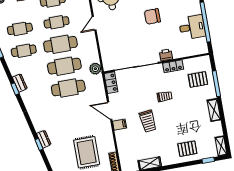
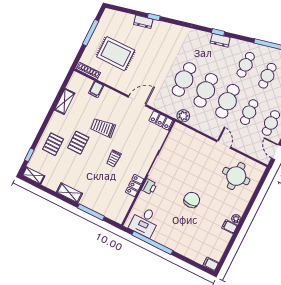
desk: (192, 27) -> (145, 222), moved
pallet: (198, 79) -> (78, 143), moved
filing cabinet: (120, 125) -> (96, 89), moved
dresser: (44, 139) -> (143, 22), moved

